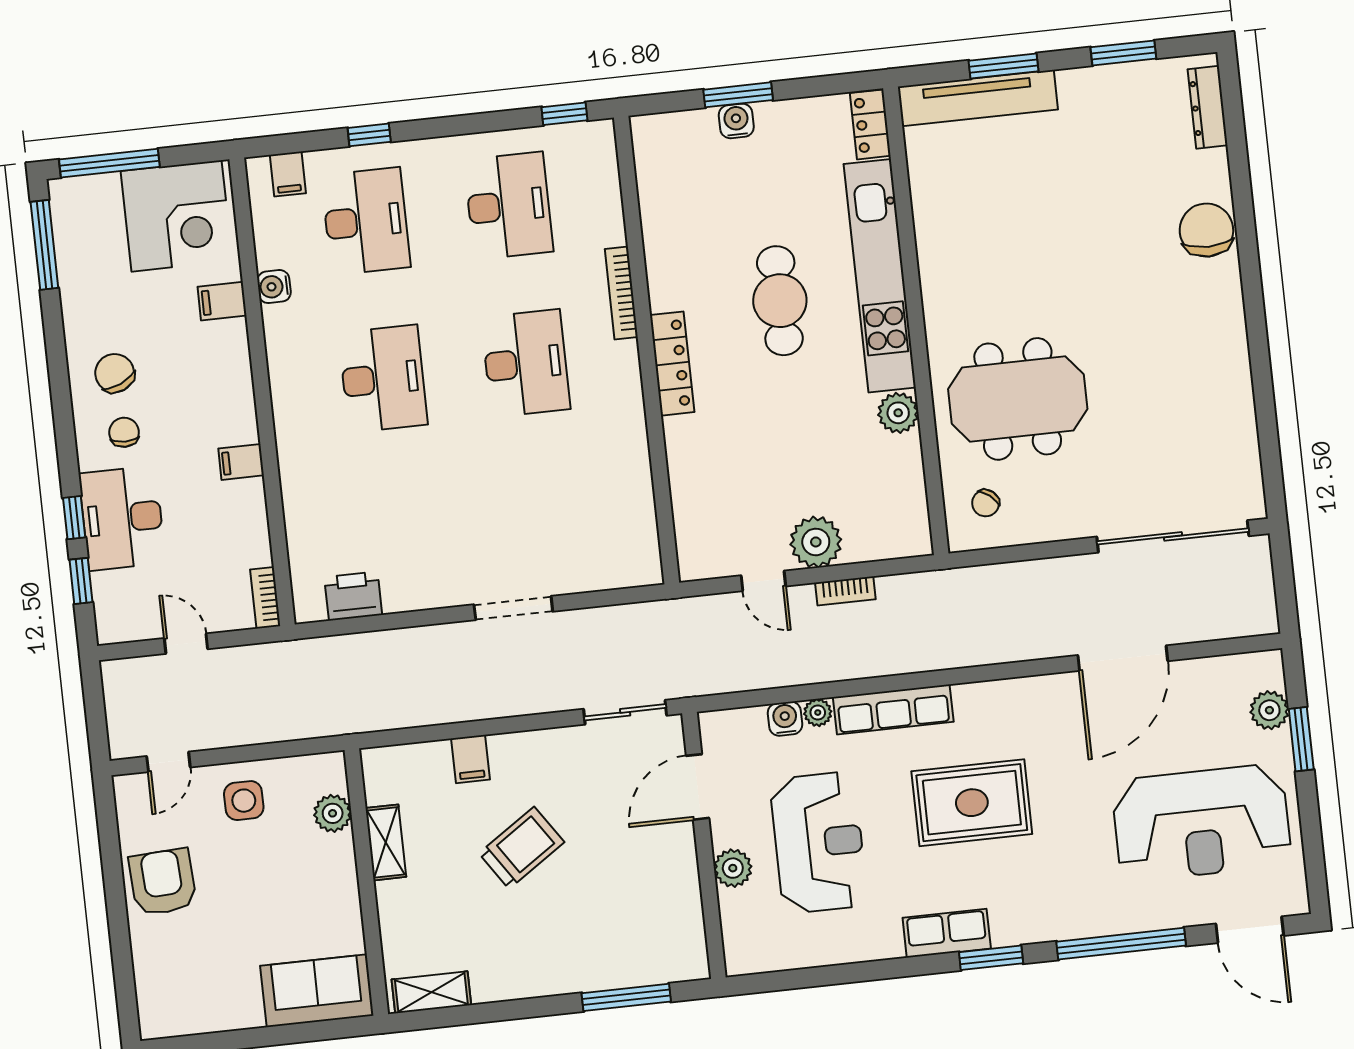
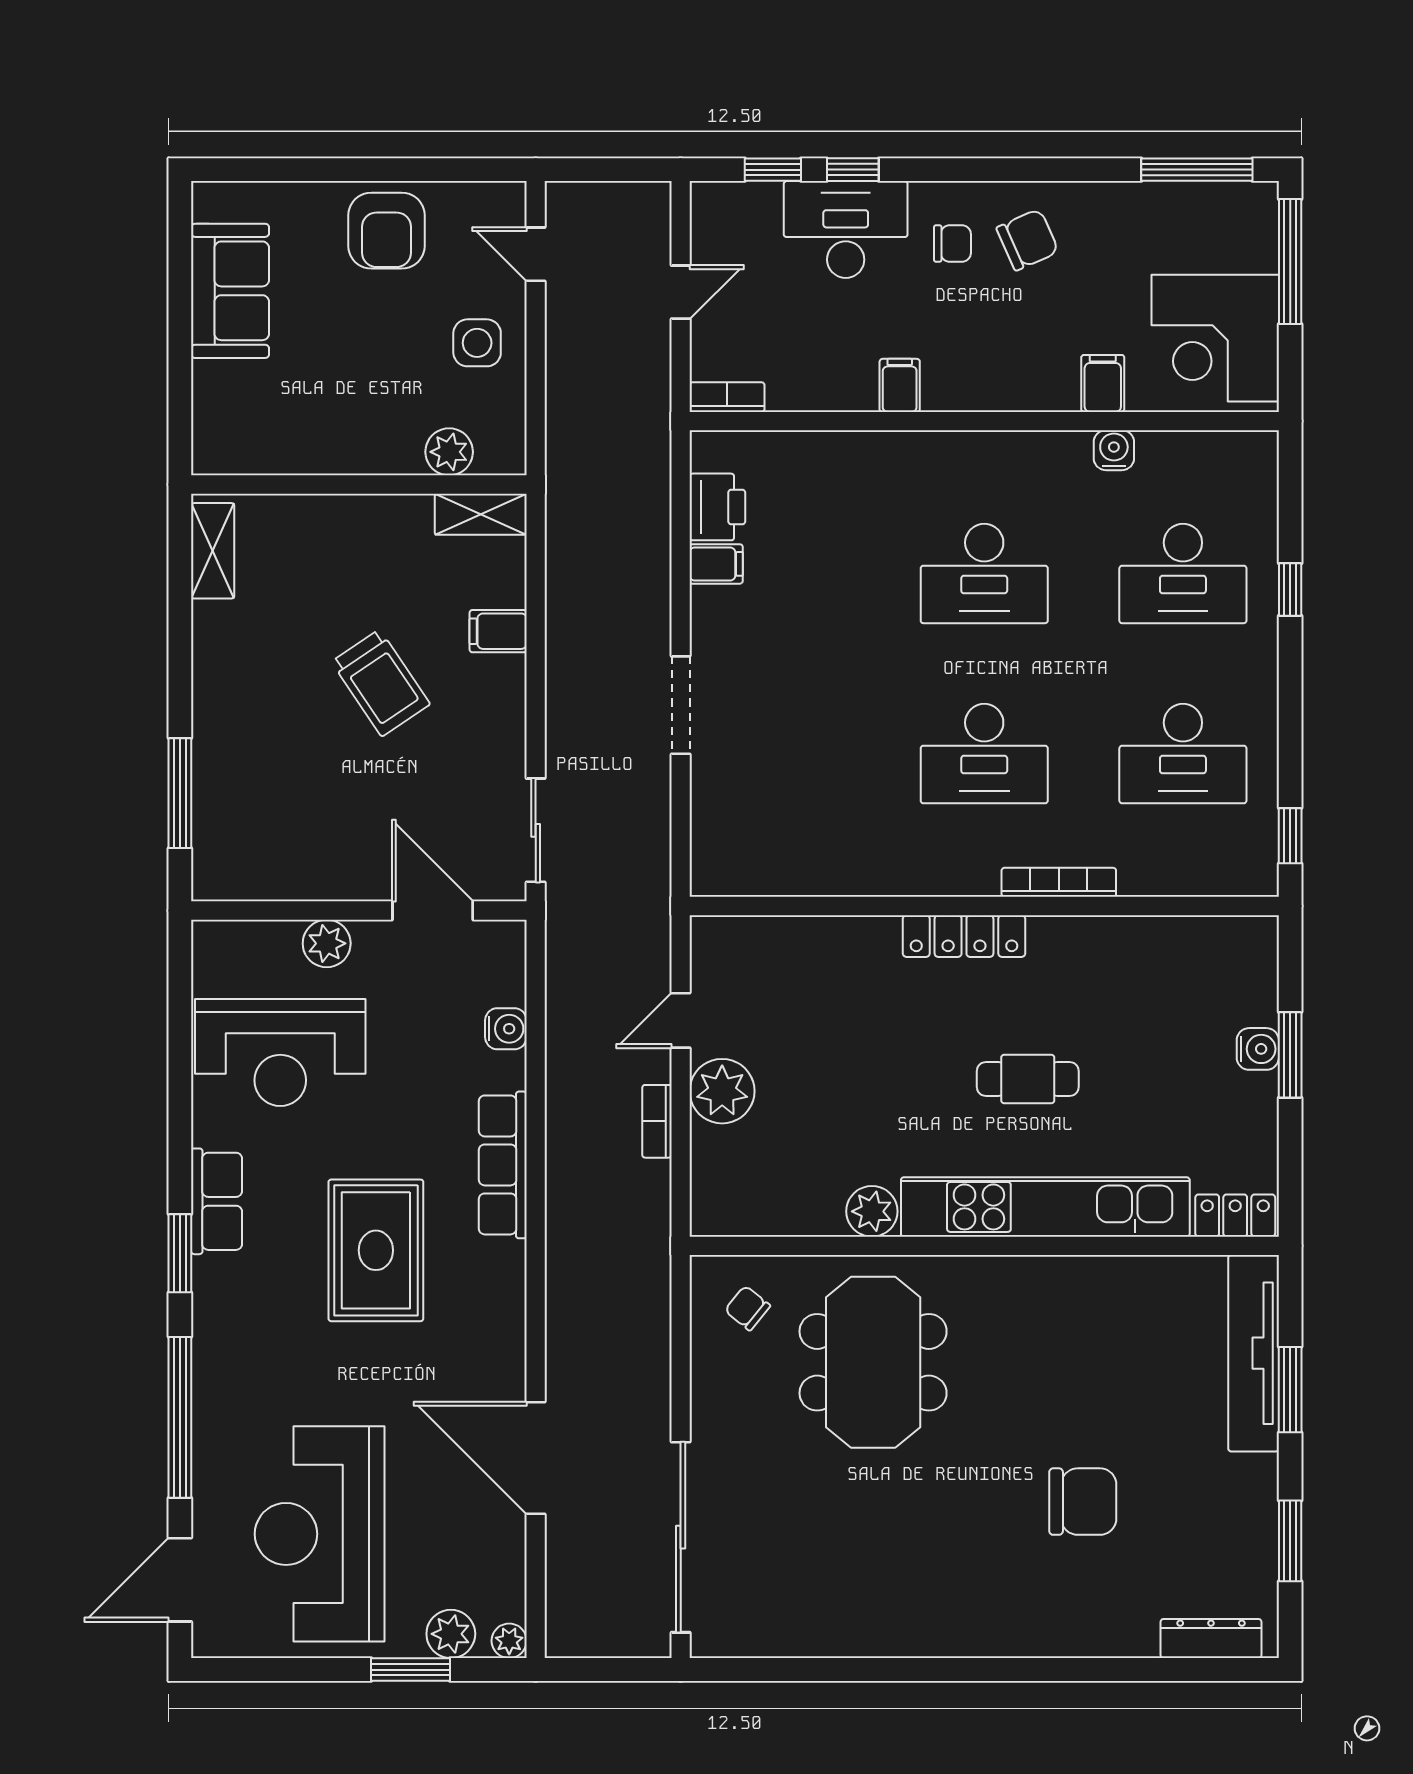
filing cabinet: (288, 174) -> (716, 564), moved, turned 180
chair: (1206, 230) -> (1083, 1502), moved
cafe table: (780, 301) -> (1028, 1079), width x0.73, depth x0.74
plant: (818, 713) -> (509, 1641), moved
shelving: (386, 842) -> (481, 514), moved
reception desk: (819, 843) -> (280, 1053), moved
armchair: (163, 882) -> (386, 231), turned 93
sofa: (317, 991) -> (230, 291), moved

